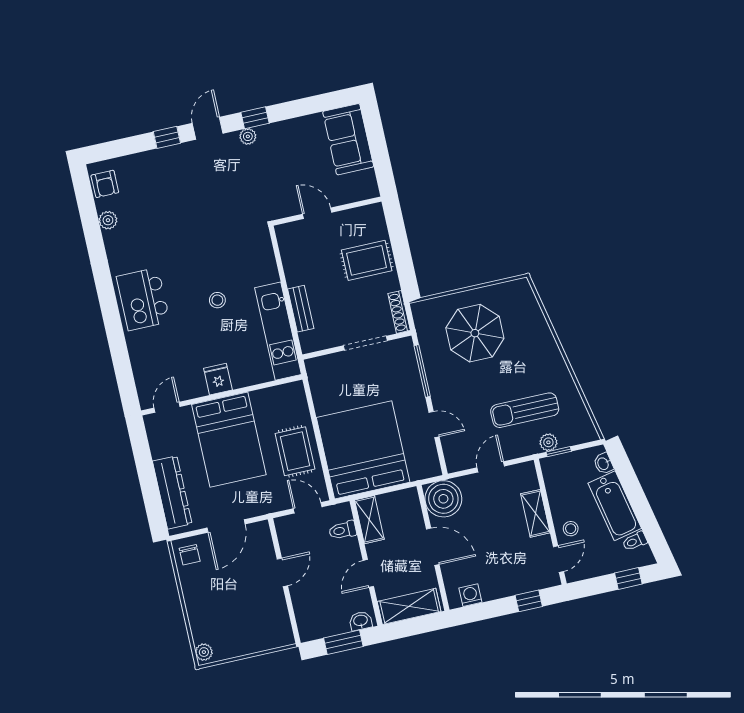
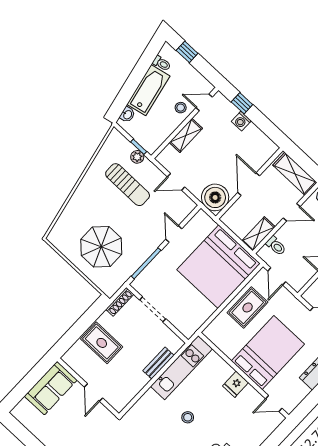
sofa: (348, 139) -> (51, 388), moved
washing machine: (470, 595) -> (241, 121), moved

